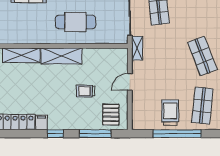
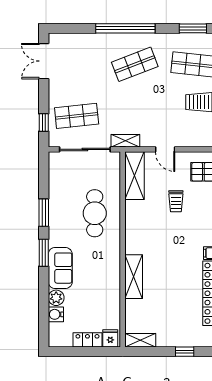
shelving: (62, 56) -> (135, 176), moved

